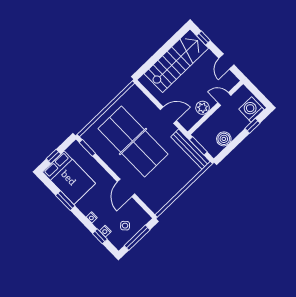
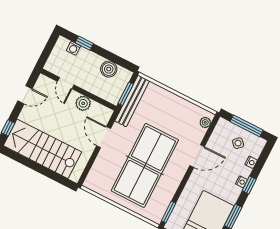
washing machine: (251, 109) -> (74, 48), width x0.53, depth x0.53
plant: (152, 204) -> (205, 122), added
window: (100, 236) -> (249, 185), moved

